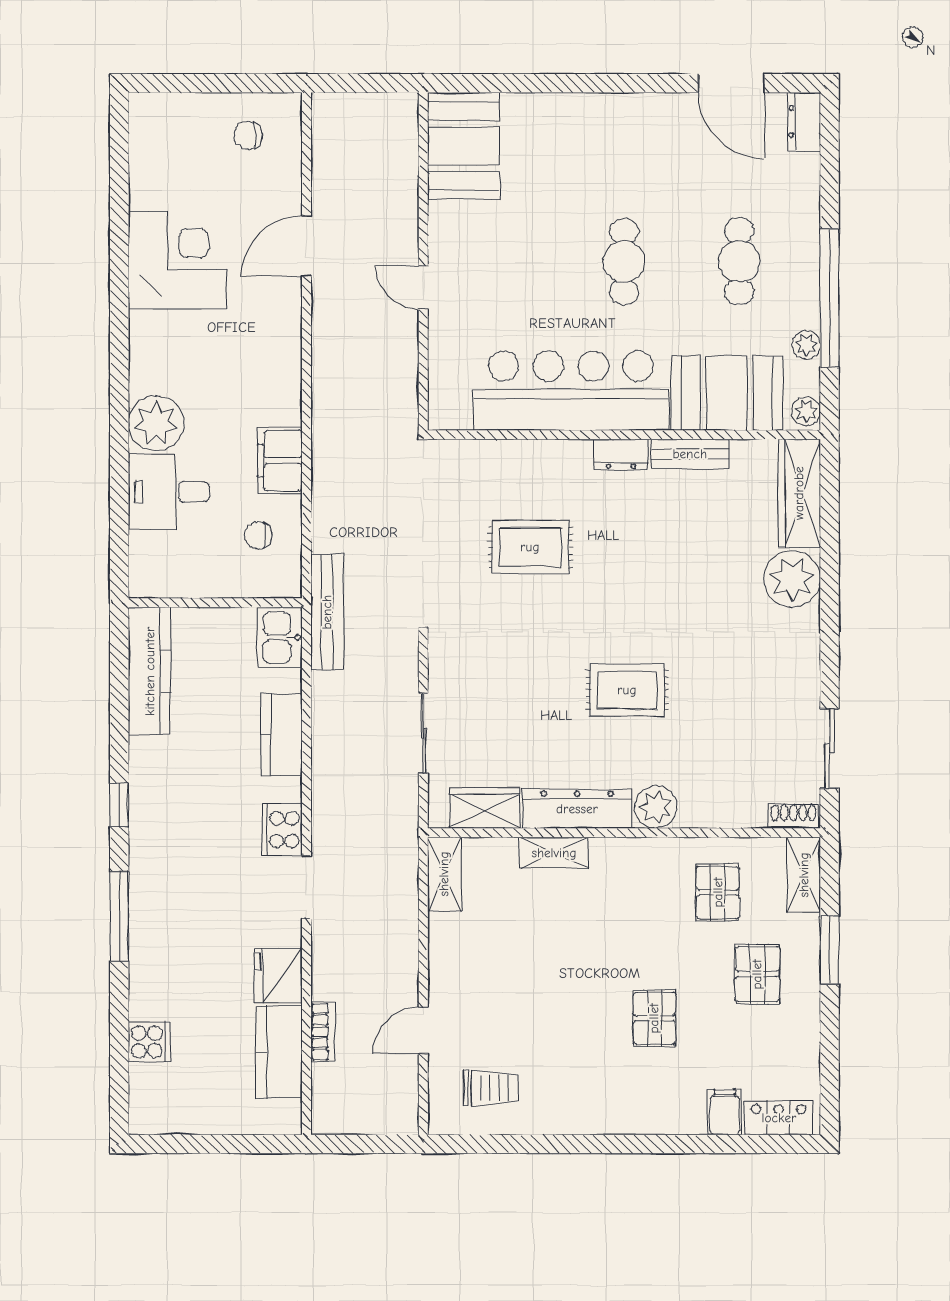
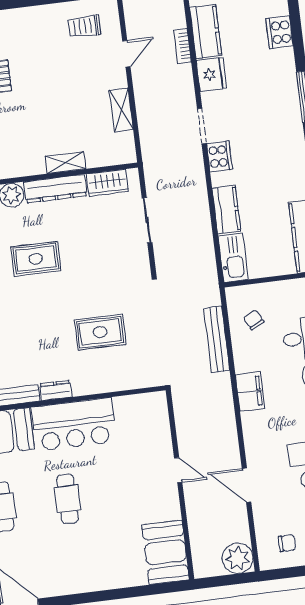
plant: (338, 120) -> (238, 558), added
door: (306, 246) -> (247, 485), swing flipped
bar counter: (571, 391) -> (74, 424), width x0.73
filing cabinet: (280, 461) -> (250, 392), moved
chair: (258, 535) -> (254, 320), turned -117
bench: (327, 612) -> (217, 339), moved
kitchen sink: (280, 637) -> (233, 258), width x1.38
shelving: (444, 874) -> (121, 110), moved
cooker: (149, 1042) -> (280, 32), width x1.36

